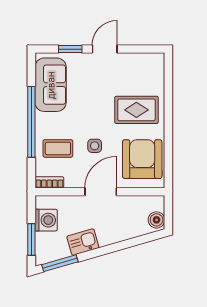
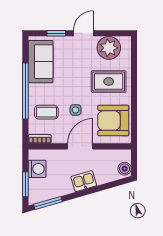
plant: (137, 67) -> (109, 48), added
armchair: (142, 159) -> (113, 121), turned -90
kitchen sink: (83, 242) -> (84, 181), moved

